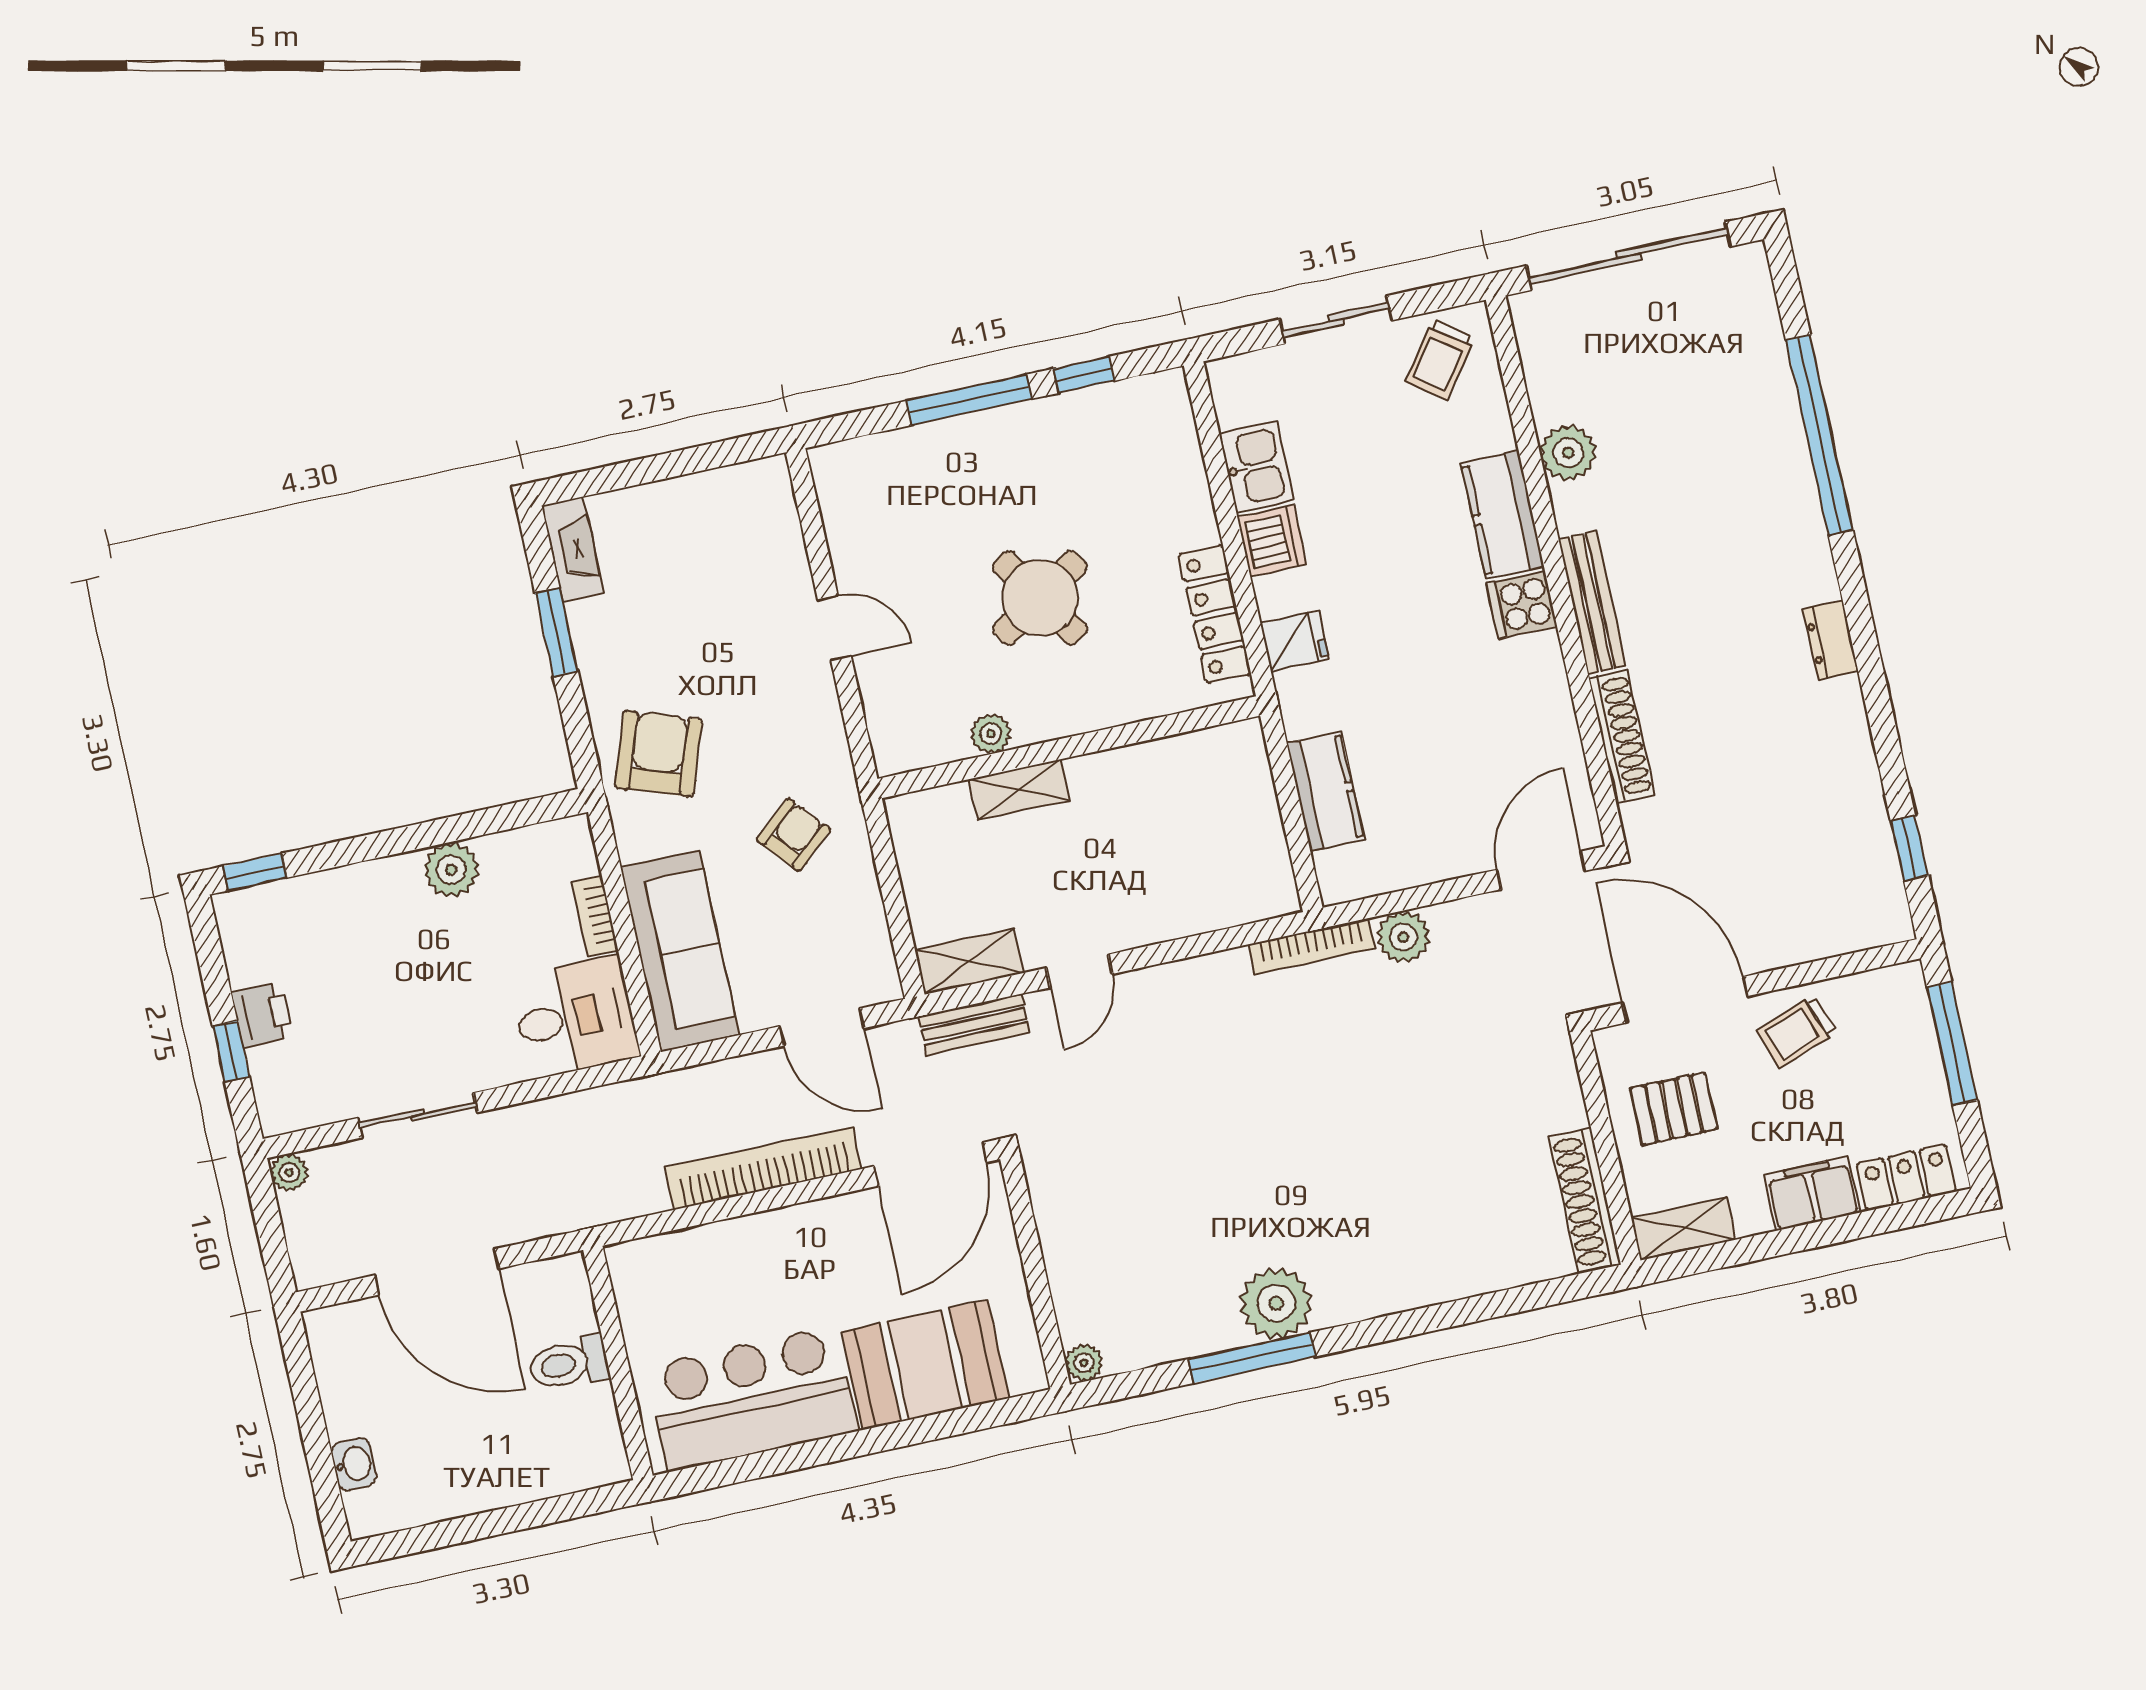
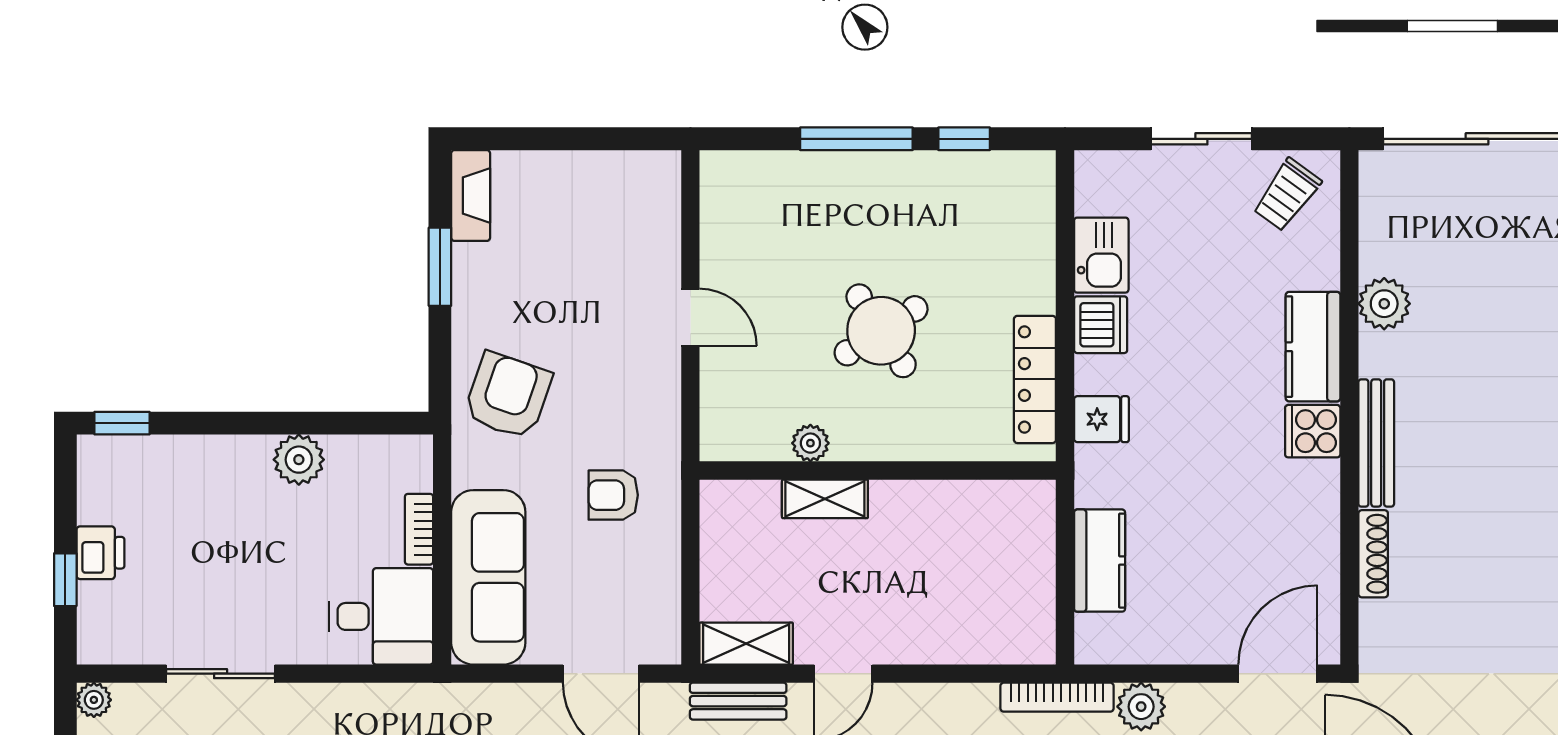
shoe rack: (1622, 737) -> (1373, 554), width x0.74, depth x0.81
armchair: (793, 835) -> (613, 495), turned -139

